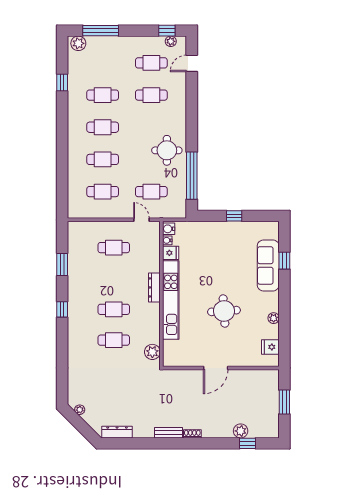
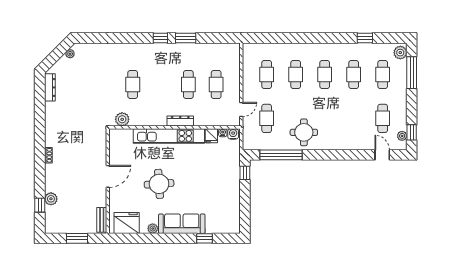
cafe table: (151, 95) -> (383, 74), moved
window: (234, 216) -> (245, 173), moved
window: (62, 264) -> (186, 38), moved
sofa: (268, 265) -> (182, 224), moved
cafe table: (114, 309) -> (188, 84), moved
fridge: (270, 347) -> (127, 223), width x1.88, depth x1.34
door: (216, 368) -> (108, 176), swing flipped
bench: (169, 433) -> (102, 220), moved

